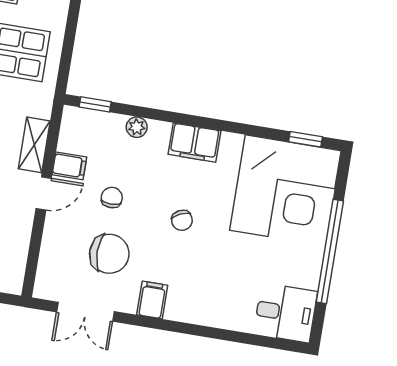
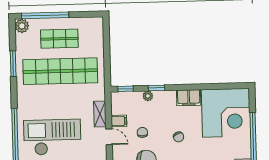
window: (306, 139) -> (157, 88), moved
filing cabinet: (194, 143) -> (189, 98), moved
door: (44, 193) -> (109, 137), hinge flipped

